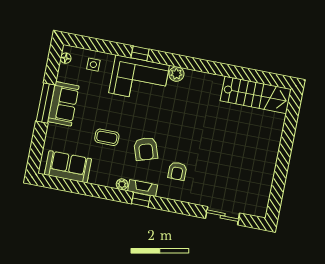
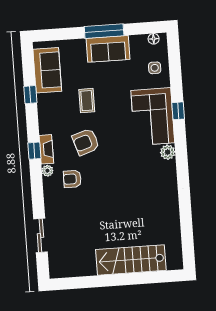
stairs: (256, 95) -> (131, 260), moved, turned 90
plant: (122, 184) -> (47, 171), moved
window: (87, 189) -> (30, 95), added

